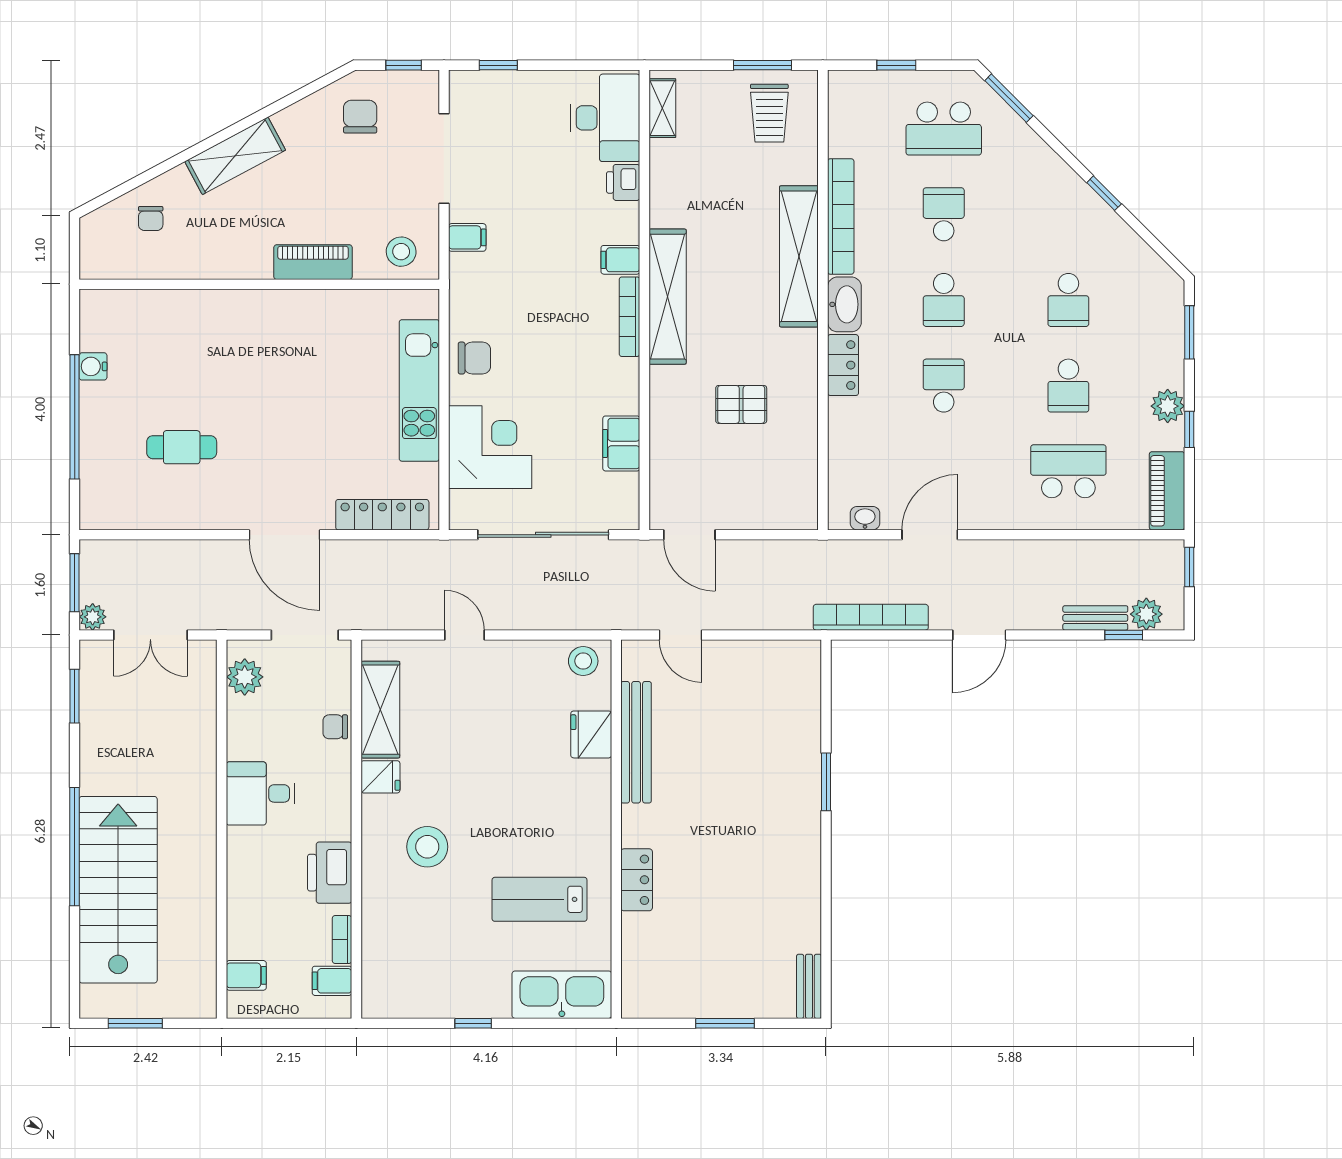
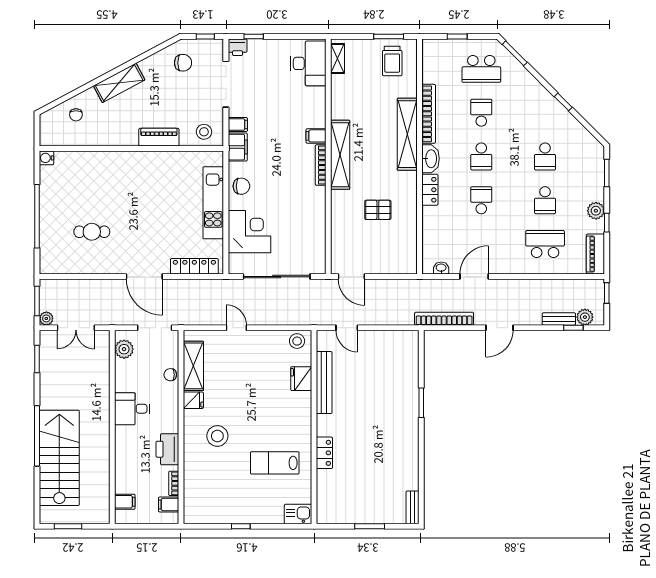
chair: (360, 117) -> (183, 63), turned 90
printer: (623, 182) -> (238, 47), moved, turned -90
water cooler: (93, 366) -> (46, 158), moved
filing cabinet: (621, 443) -> (238, 147), moved, turned 180
kitchen sink: (562, 995) -> (298, 514), width x0.53, depth x0.81

